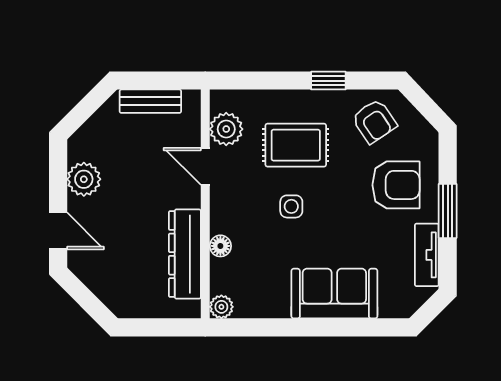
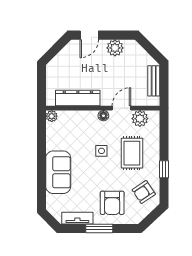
floor lamp: (220, 246) -> (103, 116), moved

